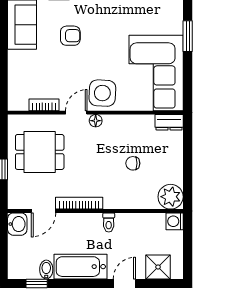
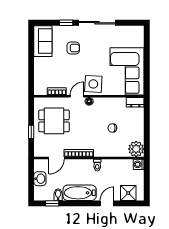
window: (188, 36) -> (147, 48), removed
washbasin: (17, 224) -> (40, 179), moved

